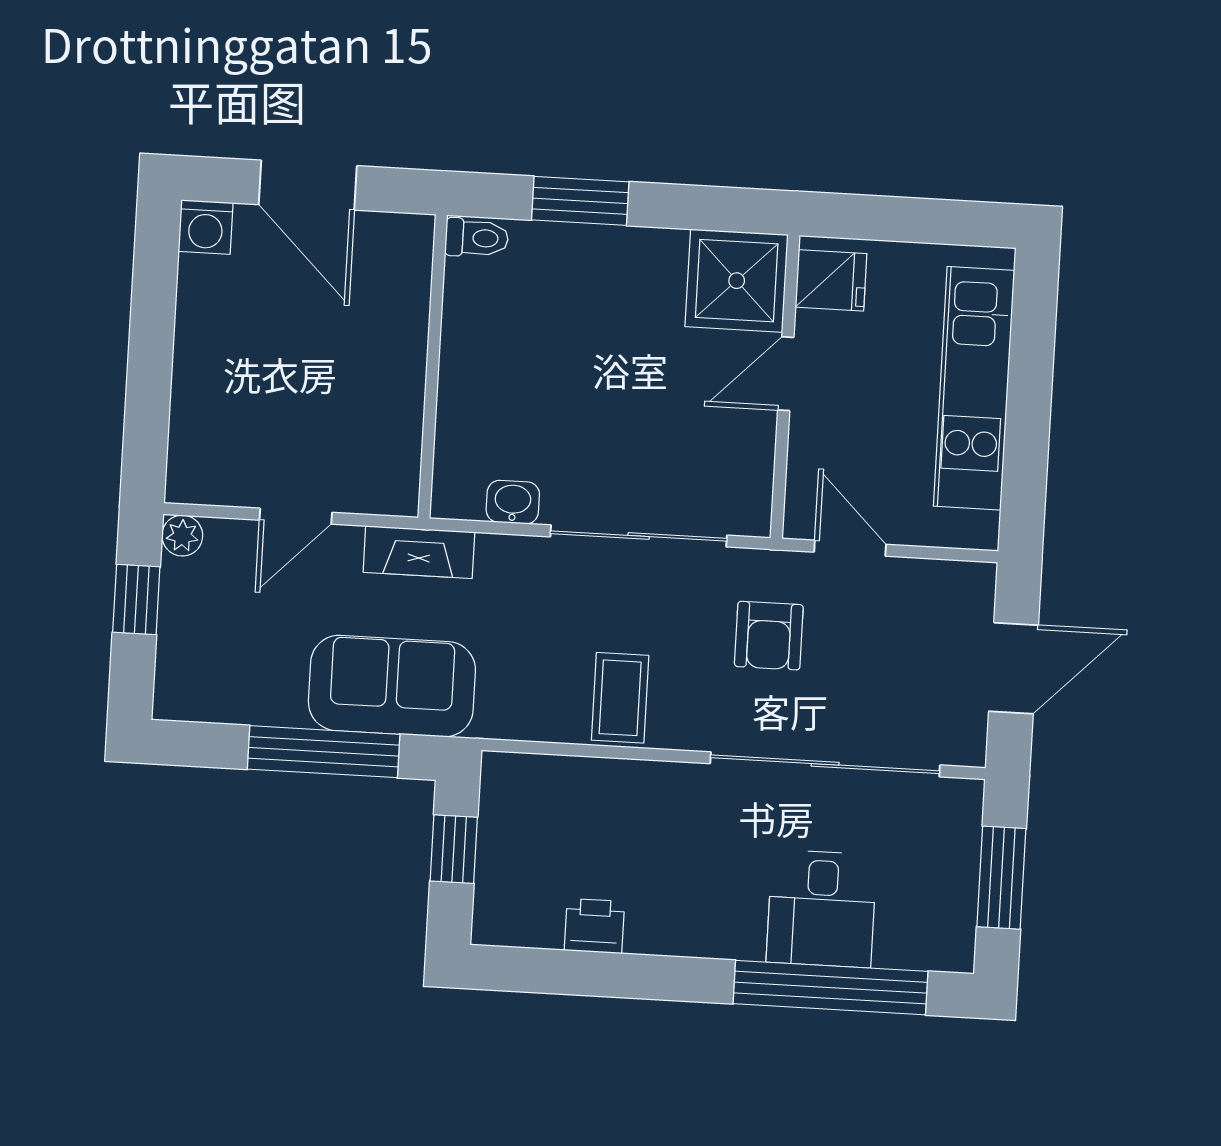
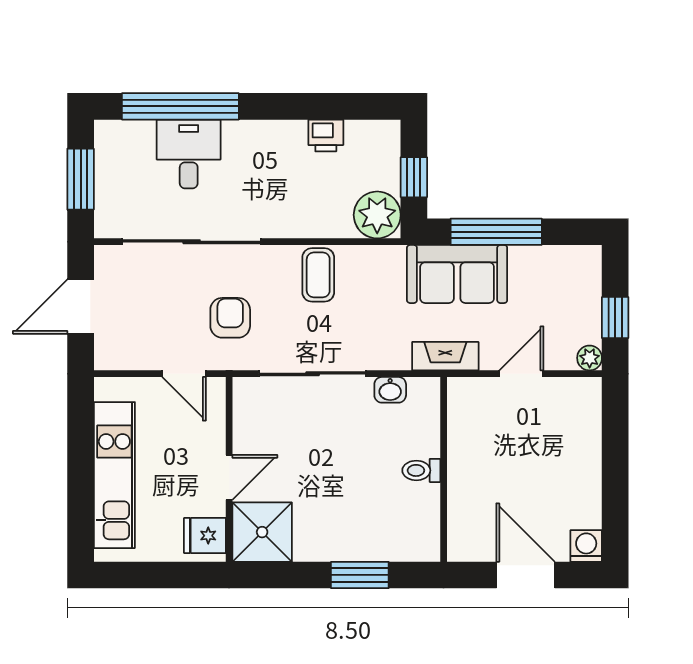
toilet: (477, 238) -> (421, 470), moved
plant: (518, 791) -> (377, 215), added

